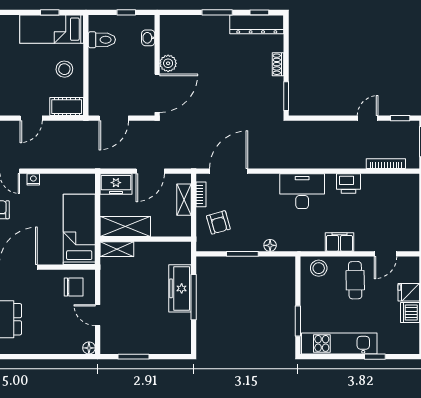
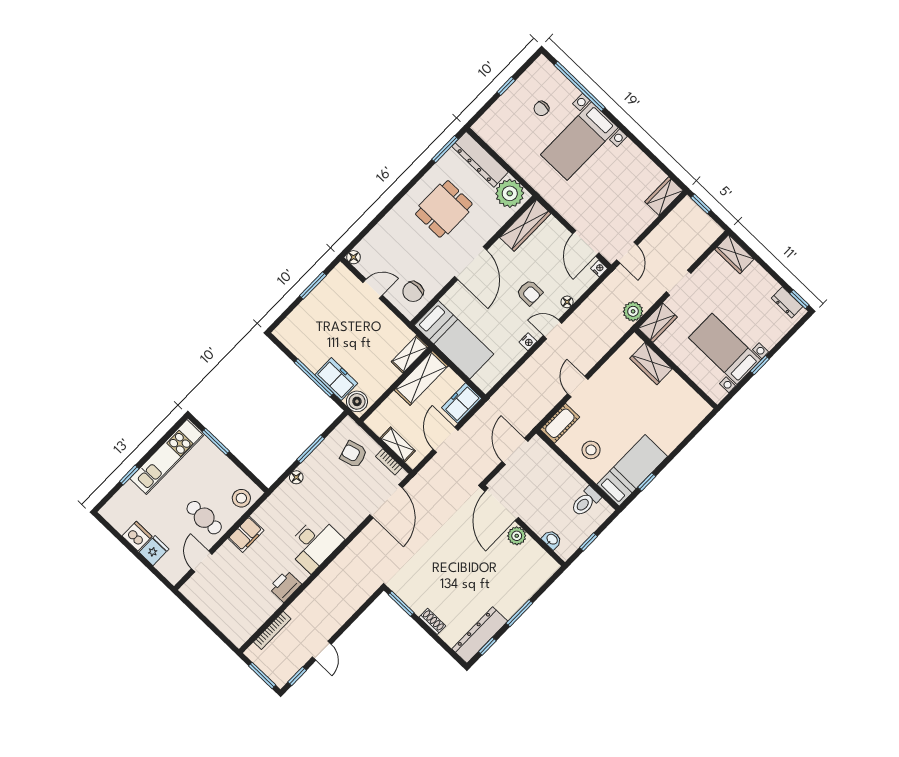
boiler: (181, 254) -> (357, 401), added
freezer: (180, 288) -> (336, 379), width x0.71

